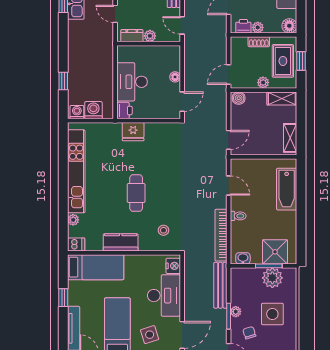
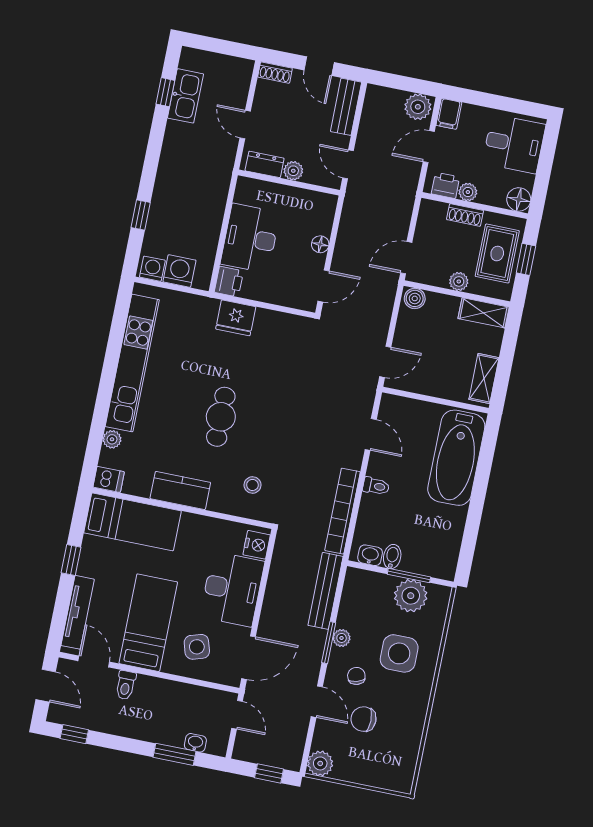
bathtub: (287, 189) -> (456, 458), width x1.36, depth x1.36
shower: (275, 252) -> (423, 555), removed
bidet: (256, 256) -> (392, 557), added

